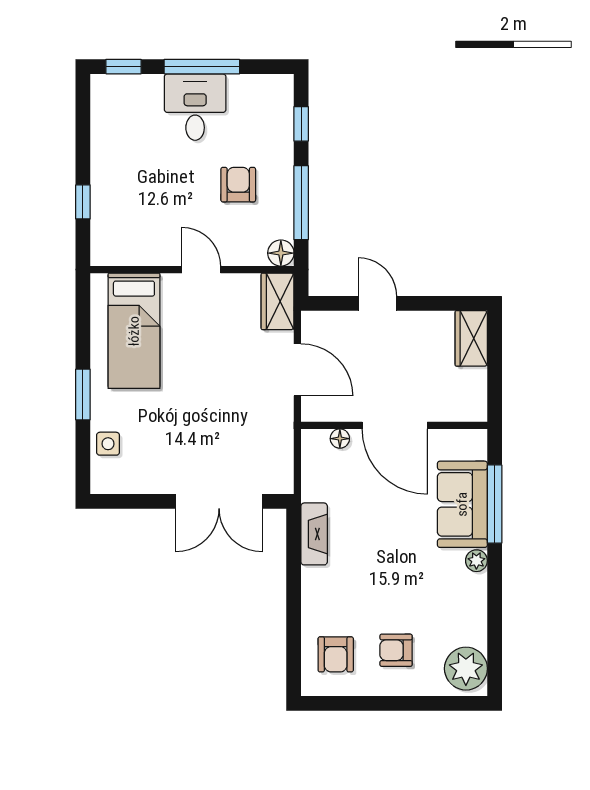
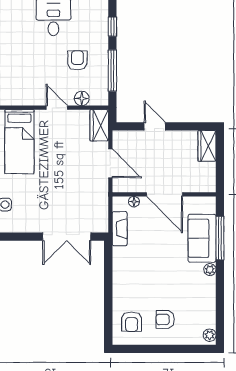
floor lamp: (281, 253) -> (82, 98), moved
fireplace: (314, 534) -> (120, 229), moved
plant: (466, 669) -> (210, 335), width x0.53, depth x0.53

